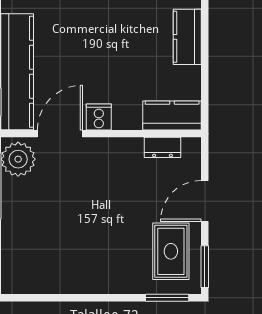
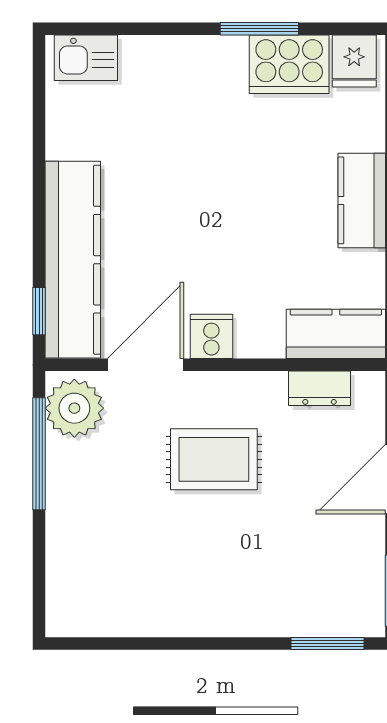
rug: (171, 251) -> (214, 459), moved, turned 90

